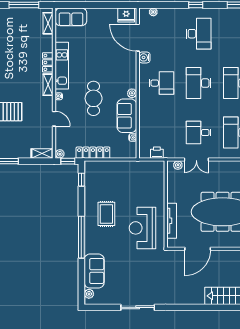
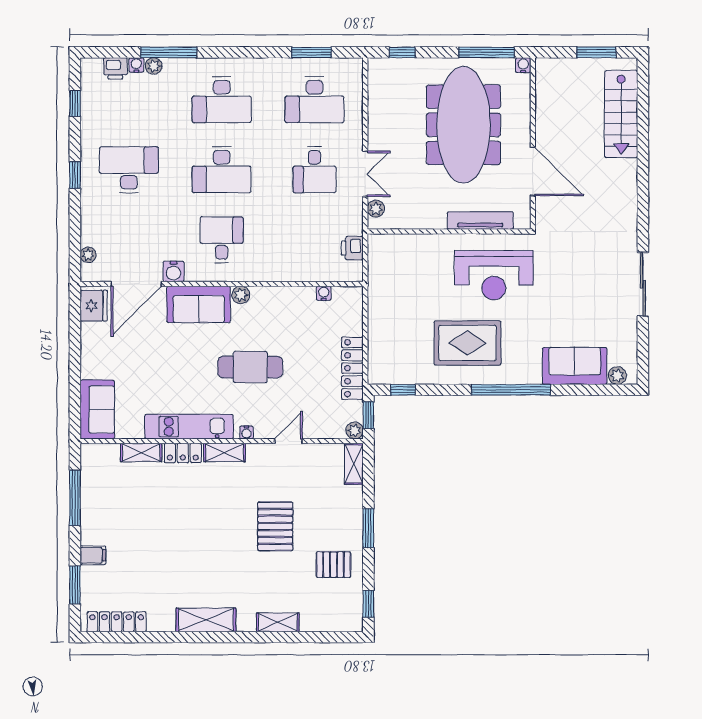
shelving: (48, 23) -> (141, 452), moved
sofa: (127, 116) -> (199, 304), moved
rug: (106, 214) -> (467, 343), width x1.36, depth x1.43

